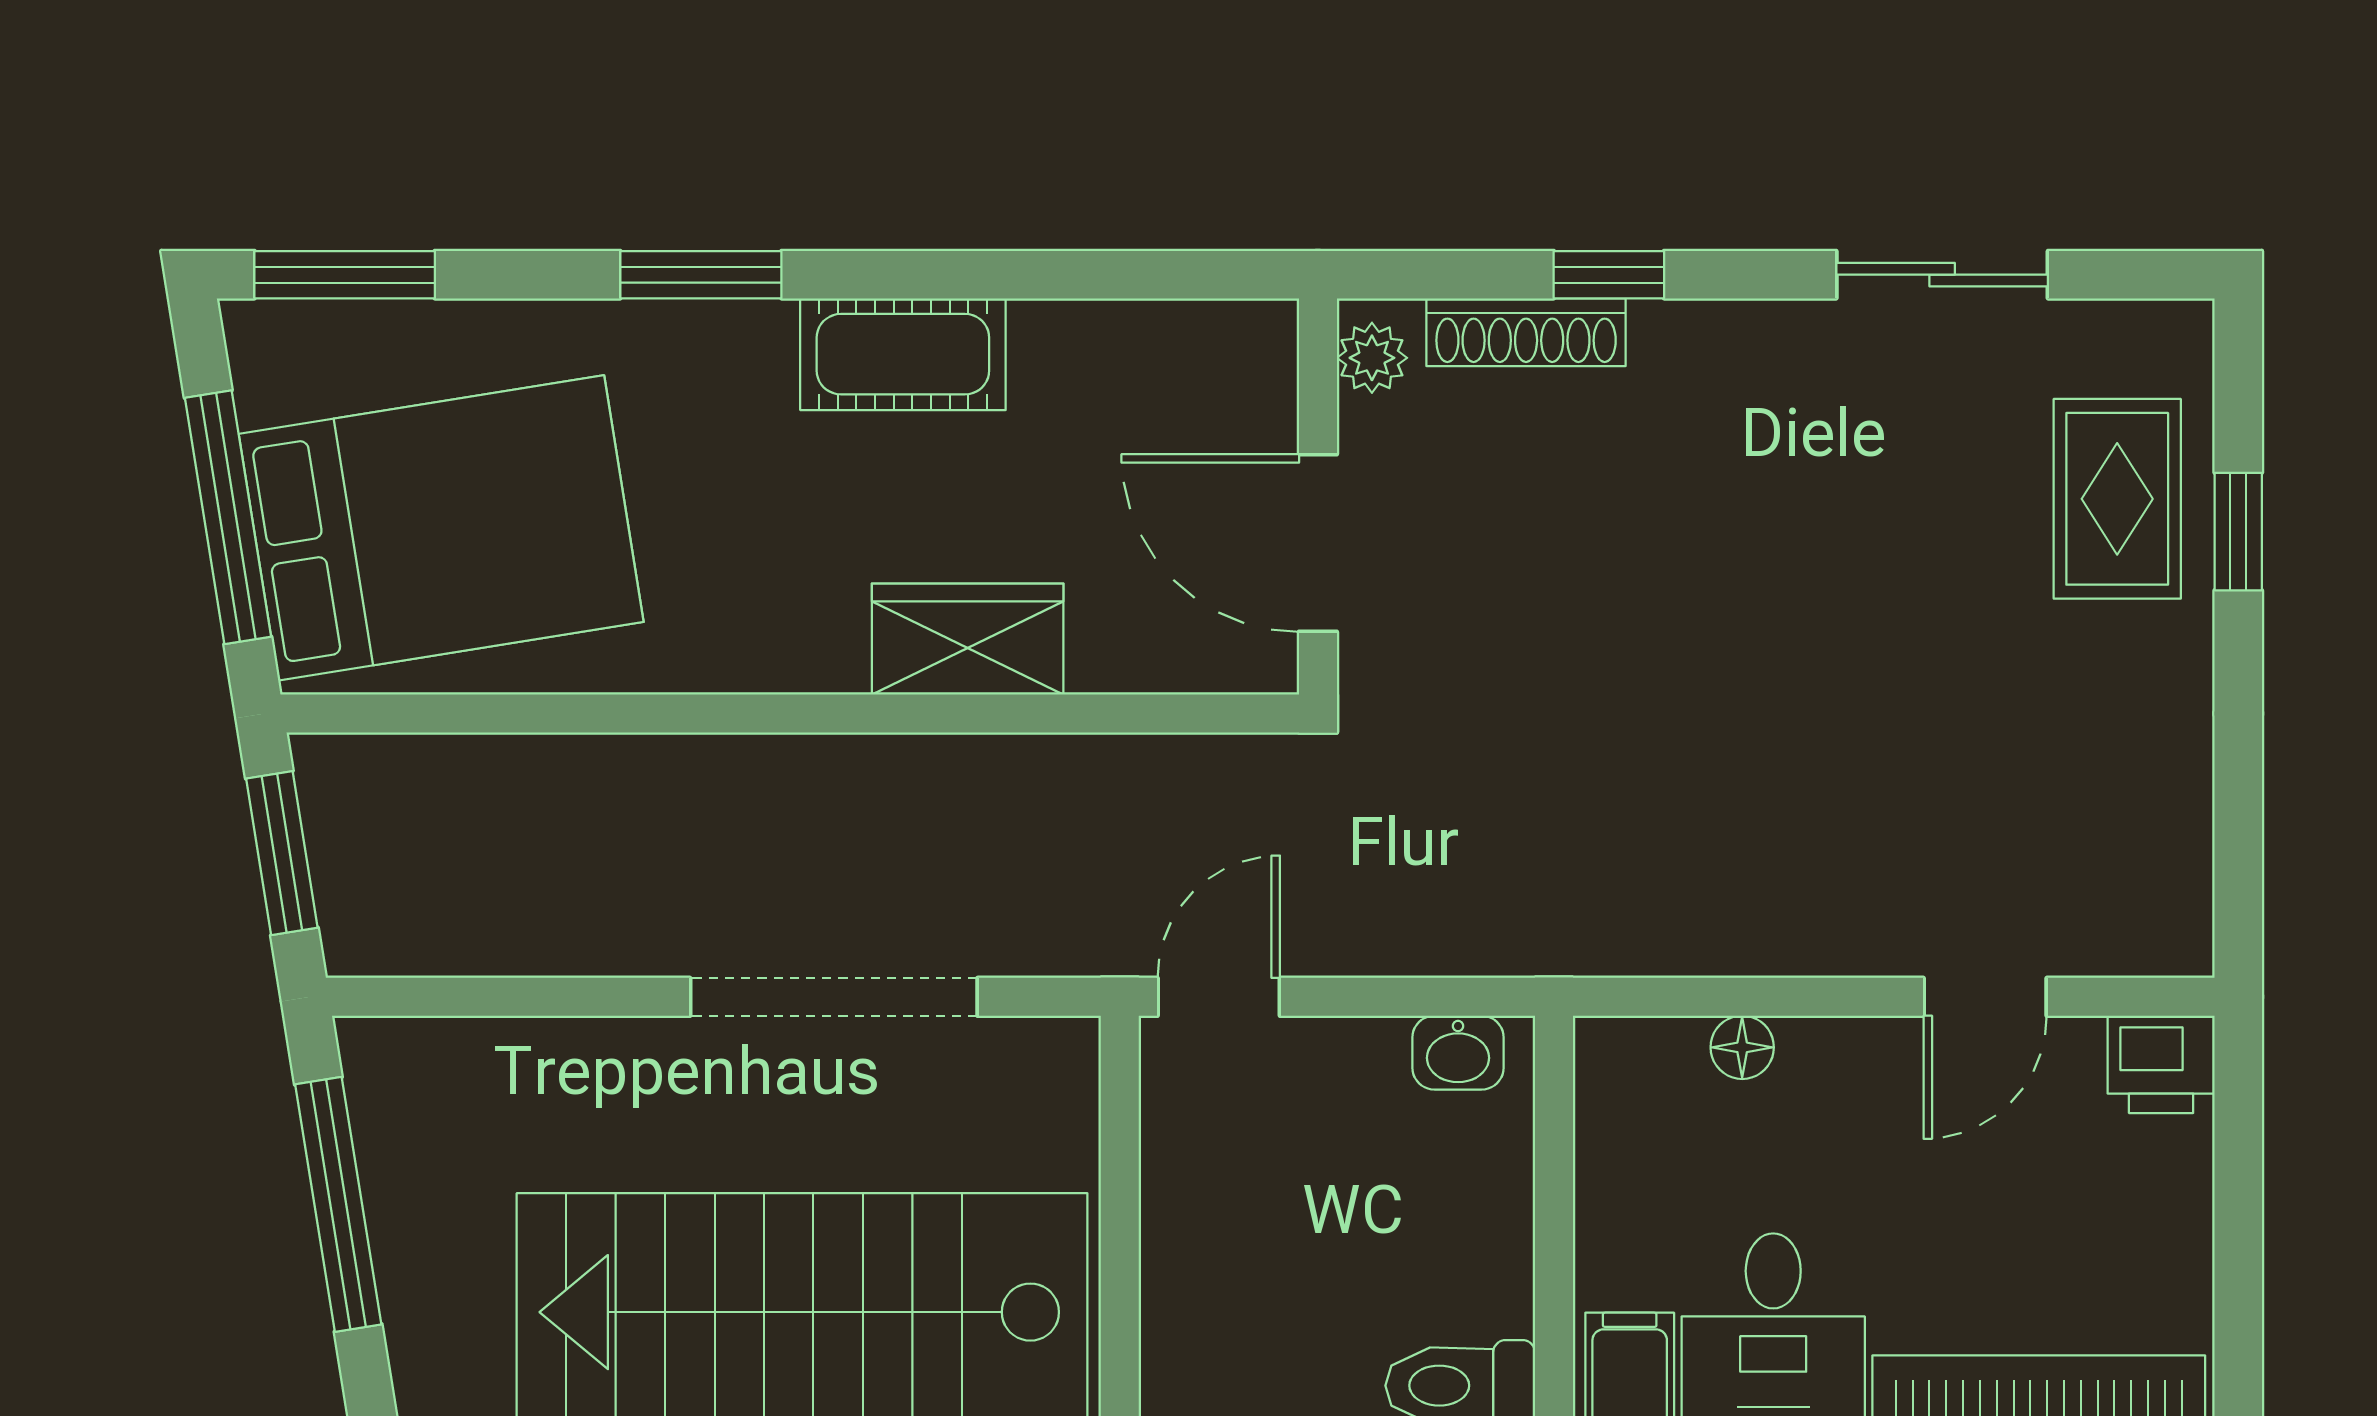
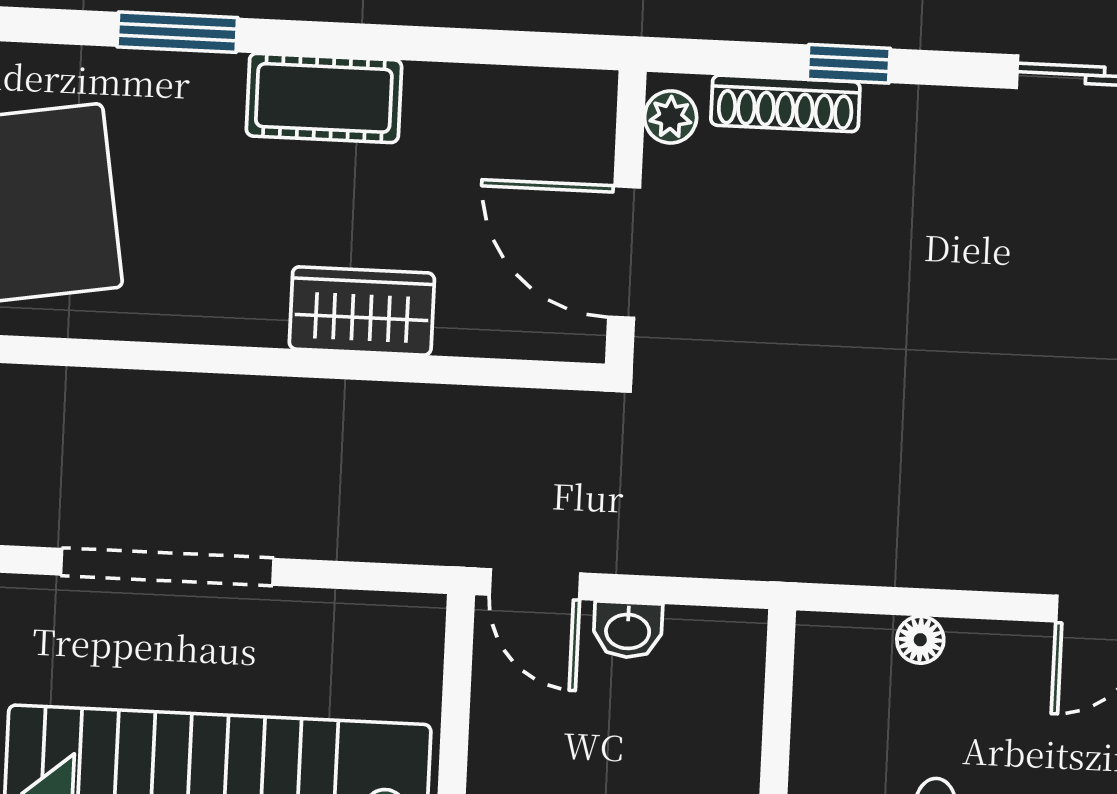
doorway: (834, 997) -> (167, 567), moved
door: (1219, 997) -> (535, 584), swing flipped
washbasin: (1458, 1053) -> (628, 630), moved

